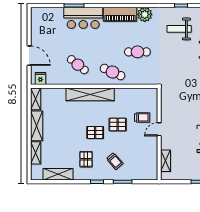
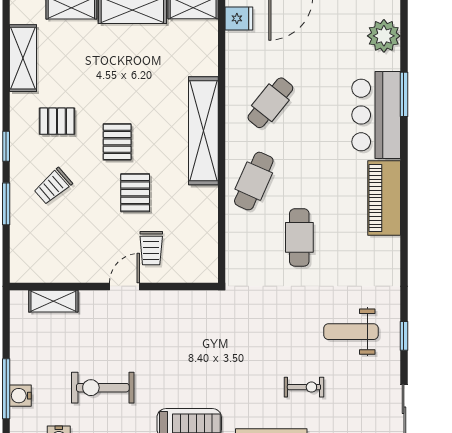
plant: (145, 14) -> (384, 36), moved
weight bench: (179, 29) -> (351, 332), turned -90
door: (159, 129) -> (124, 286), hinge flipped

